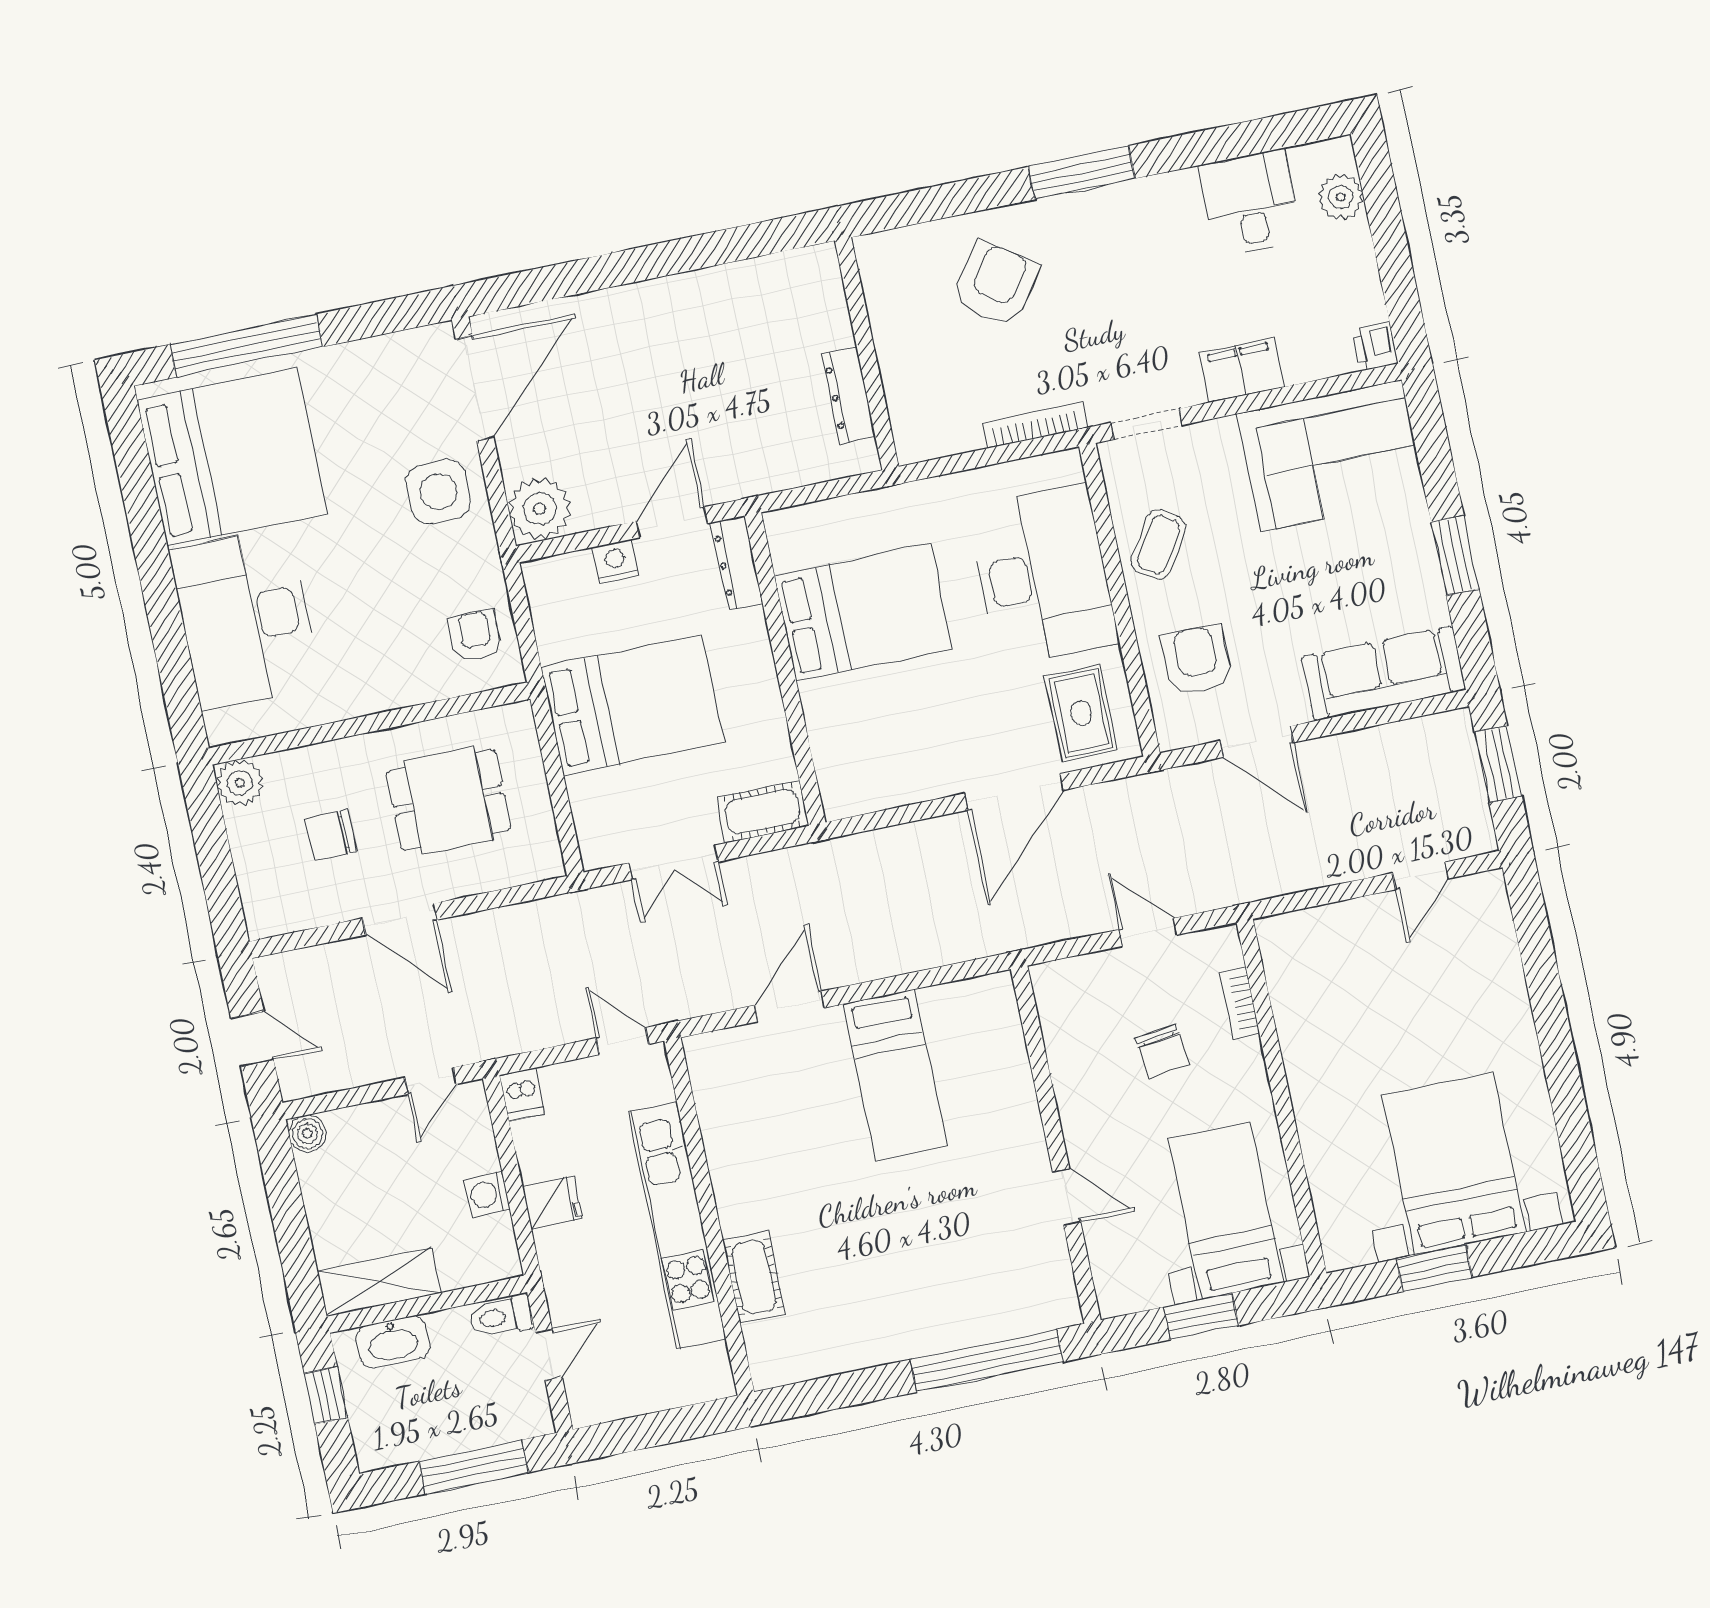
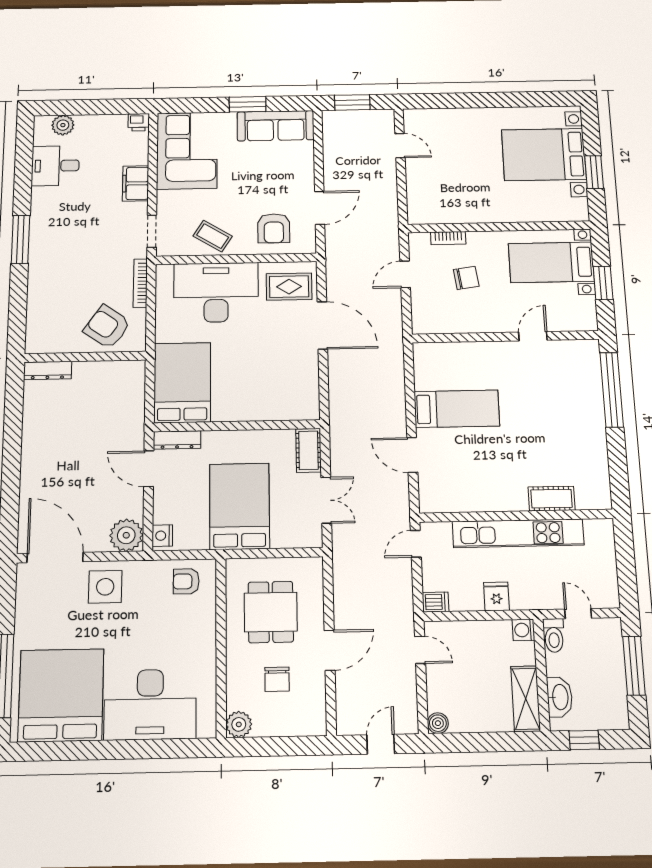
armchair: (996, 284) -> (107, 327), moved
dresser: (849, 395) -> (48, 370), moved
nightstand: (615, 561) -> (162, 536), moved
bed: (863, 613) -> (182, 383), moved
armchair: (1197, 660) -> (274, 228), turned -90
sofa: (1384, 673) -> (276, 126), moved, turned -90
washing machine: (487, 1194) -> (524, 630), moved, turned 90

